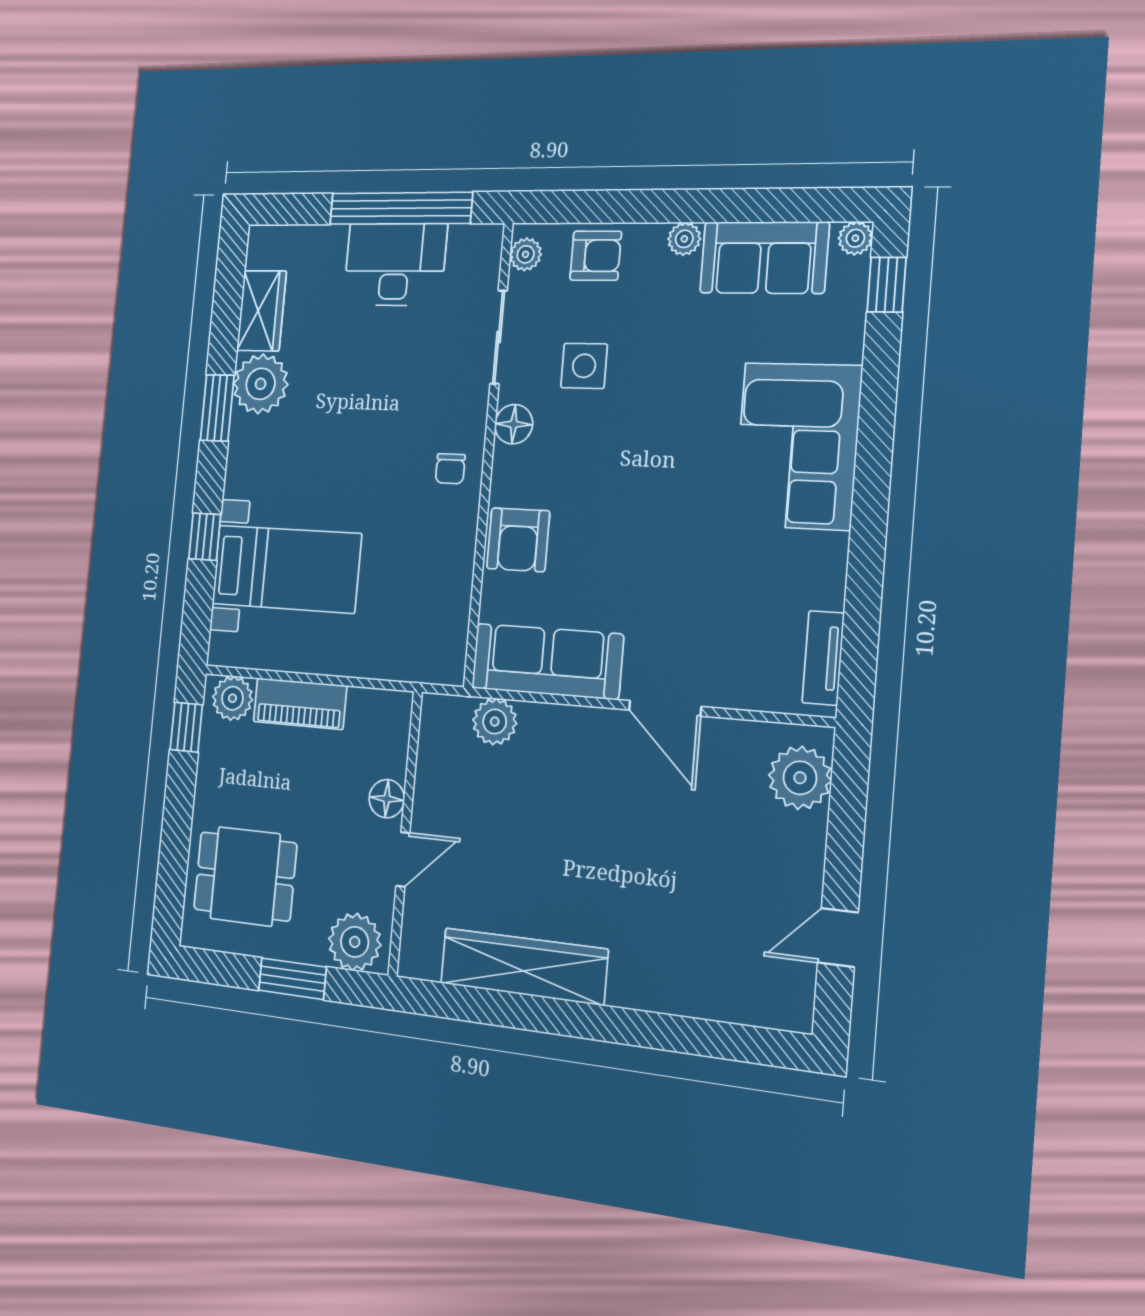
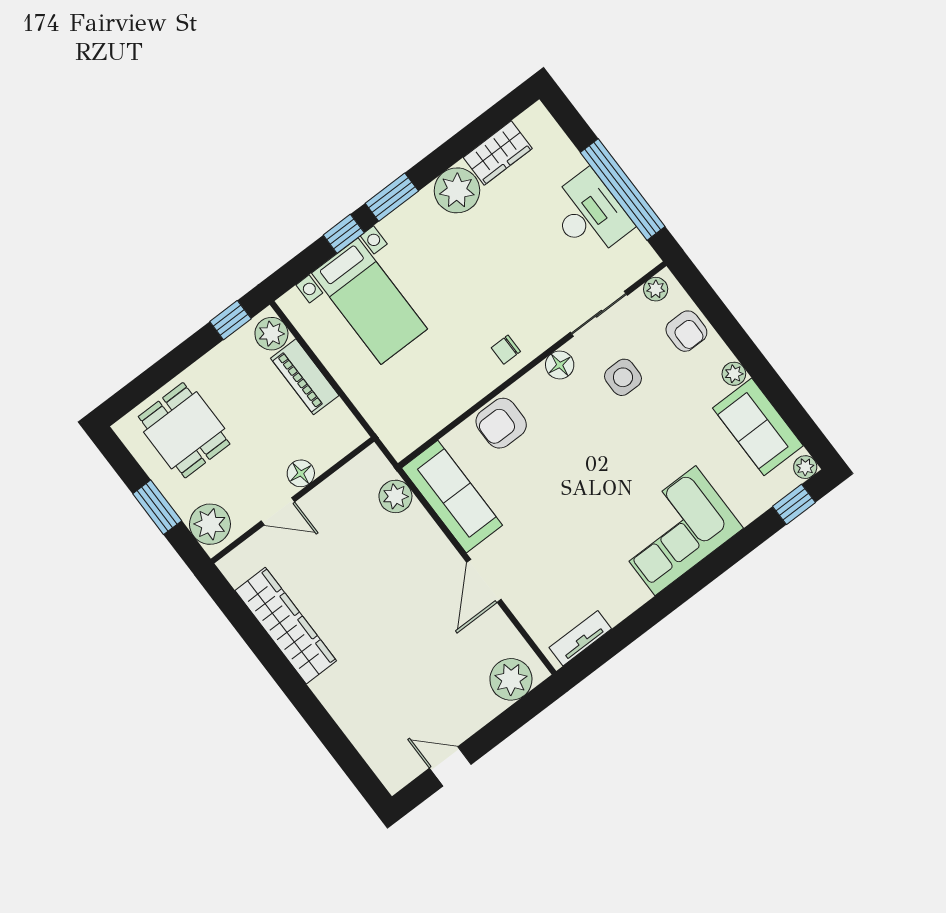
window: (217, 408) -> (392, 197), moved

